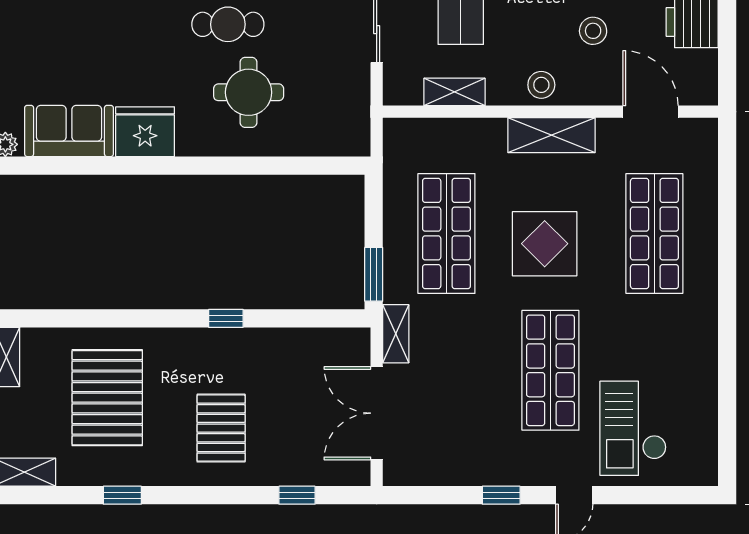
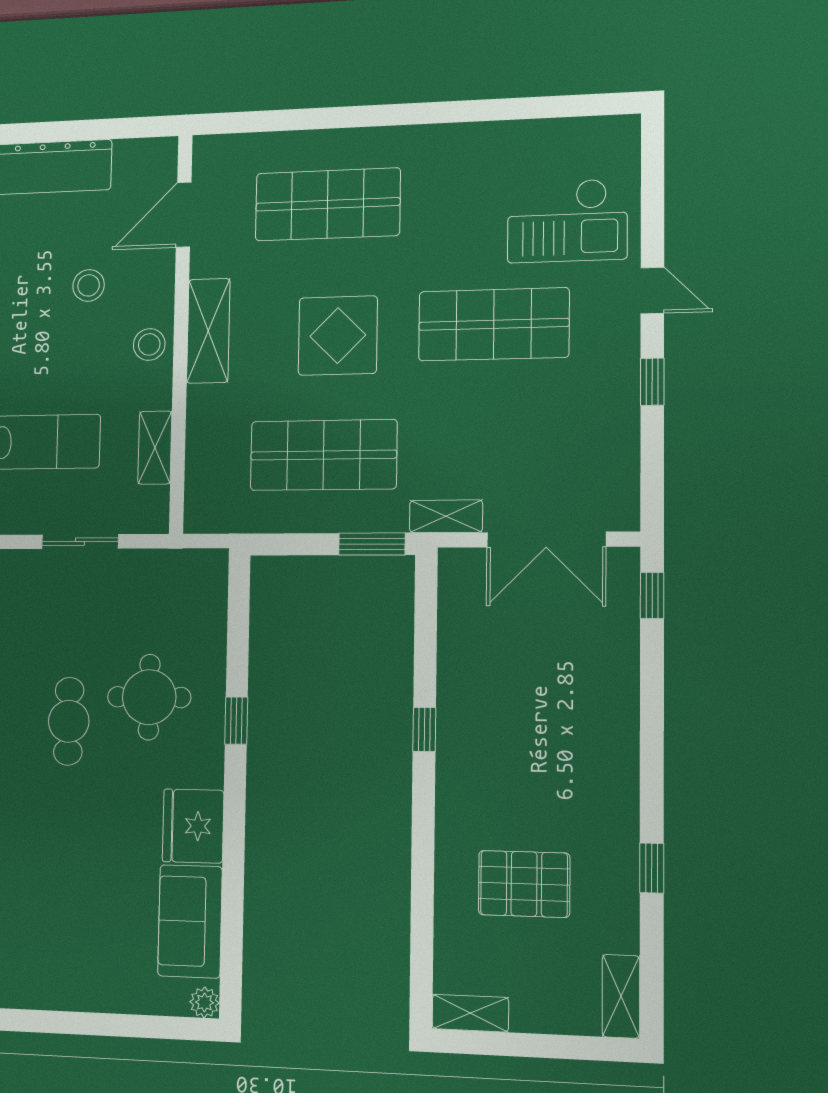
window: (230, 166) -> (236, 721), added
pallet: (107, 398) -> (524, 884), width x0.73, depth x0.71
pallet: (221, 428) -> (564, 738), removed
window: (297, 495) -> (652, 595), moved

